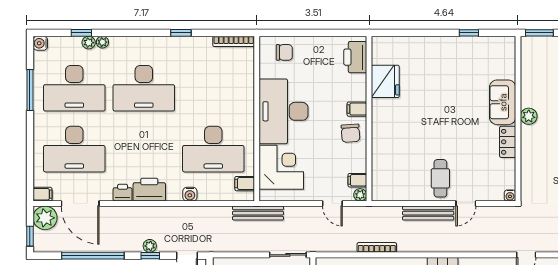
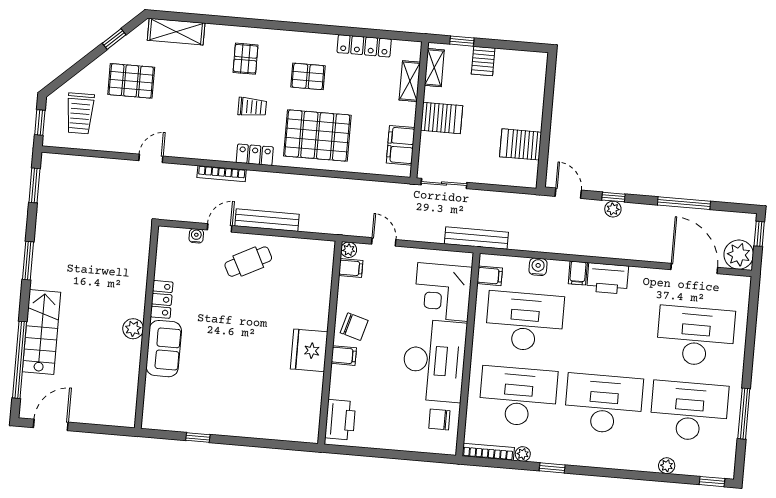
window: (81, 33) -> (712, 482), moved
window: (539, 33) -> (111, 430), removed
plant: (102, 42) -> (523, 454), moved
water cooler: (40, 43) -> (726, 470), removed
chair: (284, 52) -> (439, 420), moved
fridge: (385, 81) -> (309, 350), moved
desk: (213, 88) -> (518, 396), added
chair: (350, 133) -> (354, 327), turned 110
cafe table: (440, 178) -> (248, 262), turned 63
printer: (123, 193) -> (641, 277), removed
filing cabinet: (42, 194) -> (578, 273), moved, turned -90
water cooler: (190, 194) -> (538, 267), moved
water cooler: (510, 195) -> (196, 236), moved
bookcase: (377, 247) -> (222, 174), moved
window: (93, 256) -> (684, 203), width x0.68

